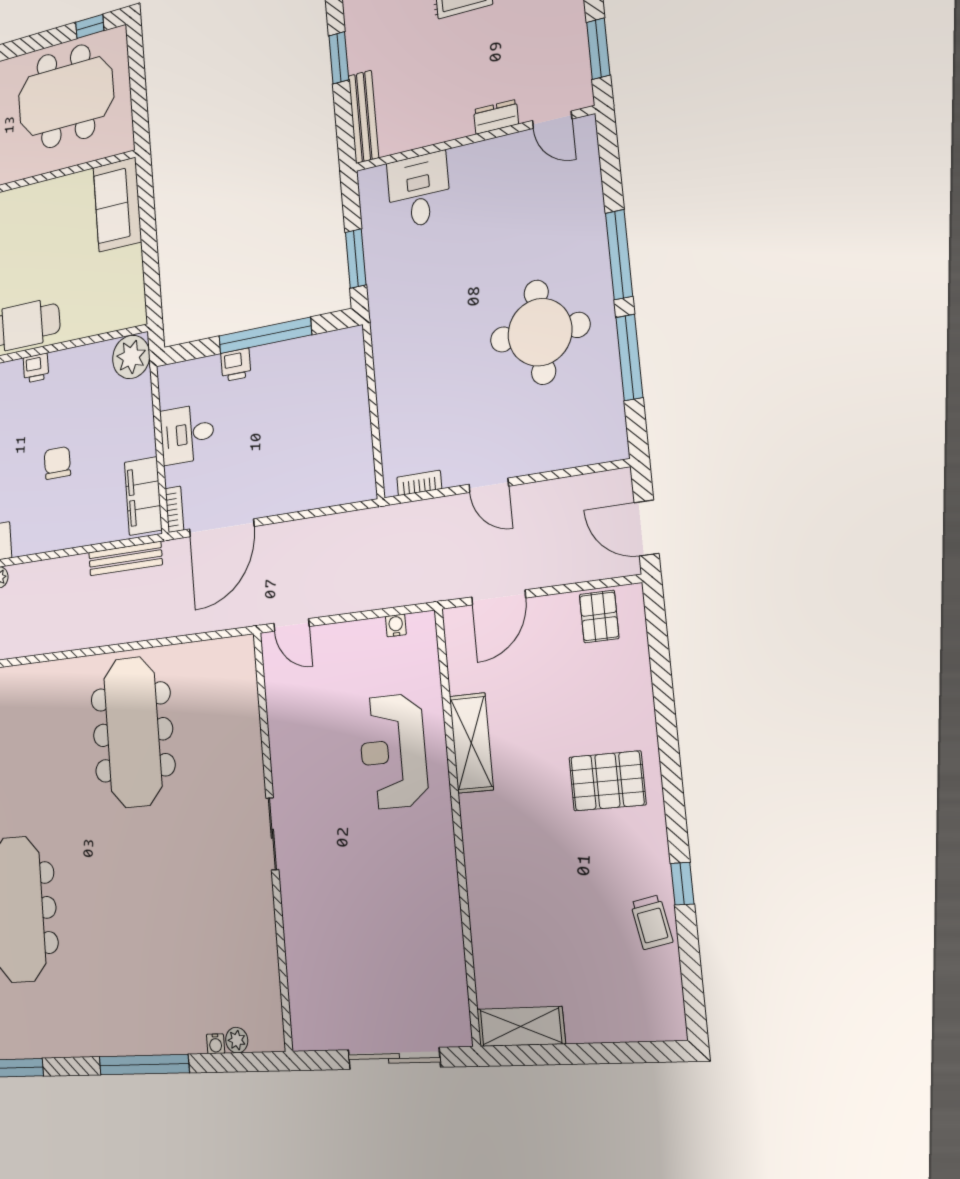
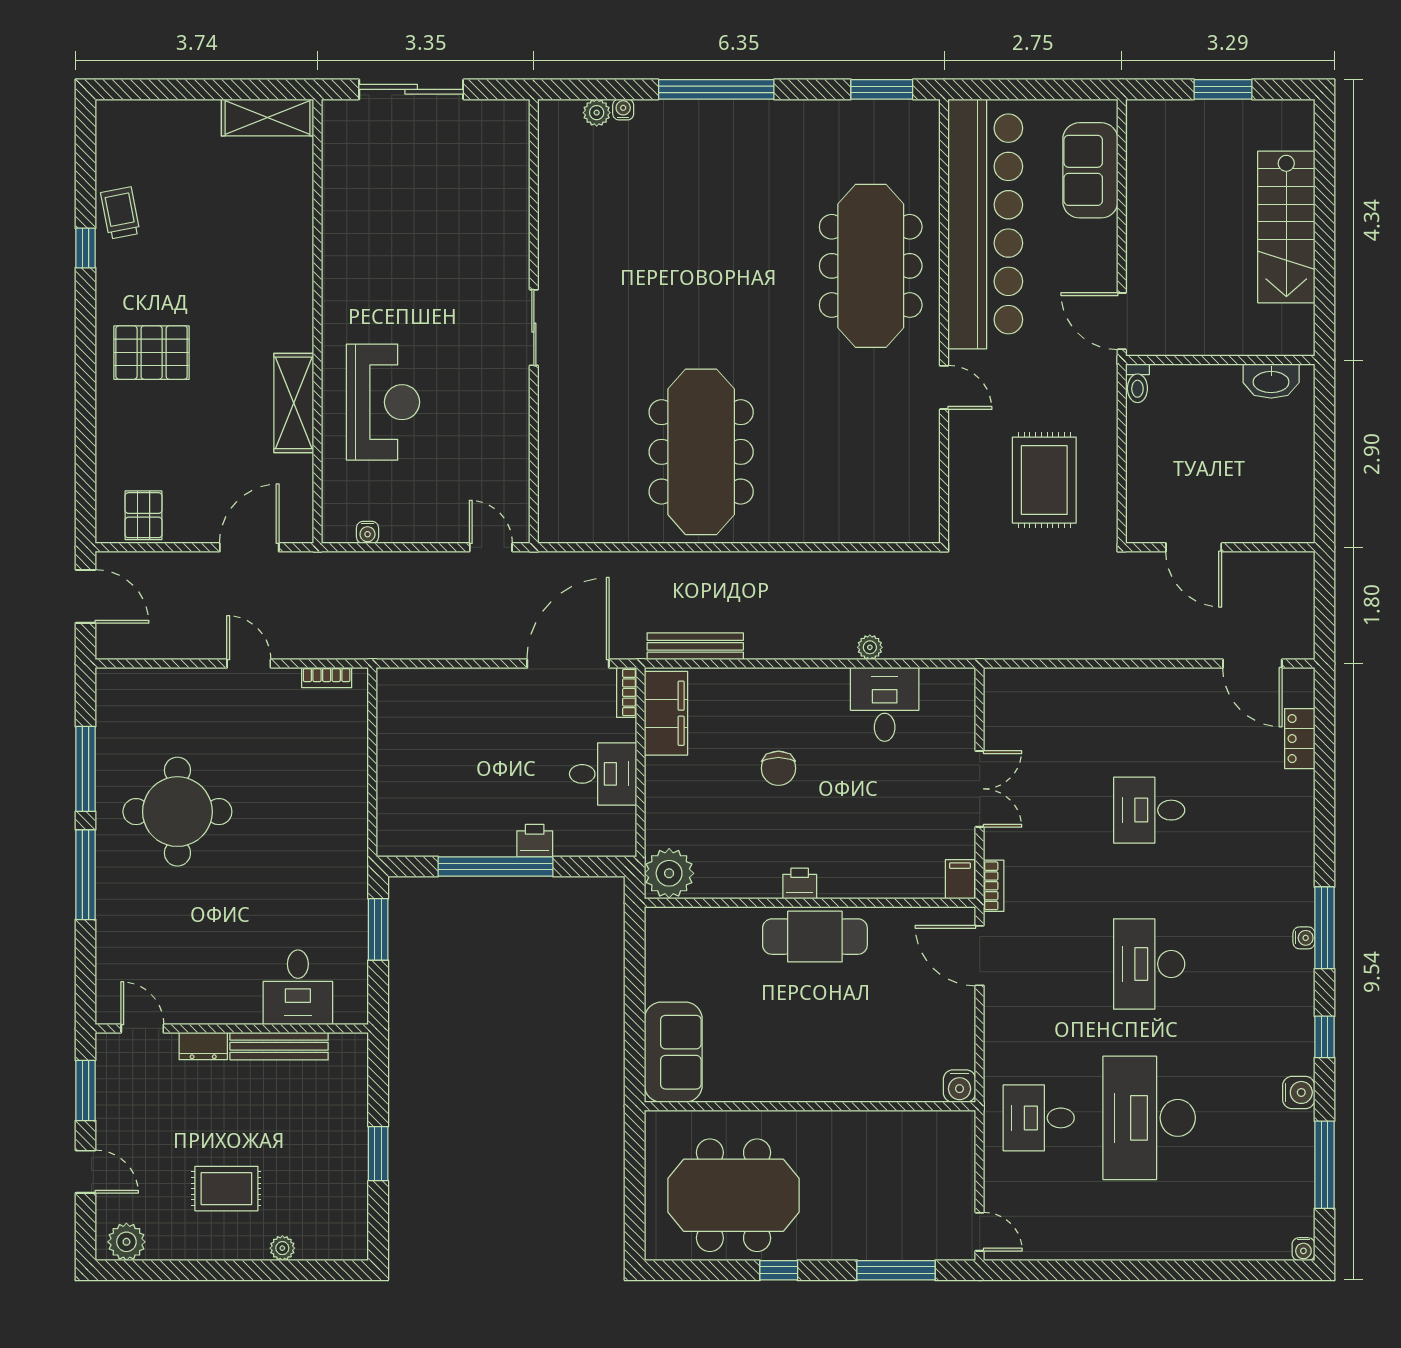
window: (90, 26) -> (779, 1270), moved
bench: (364, 117) -> (279, 1046), moved, turned 90

